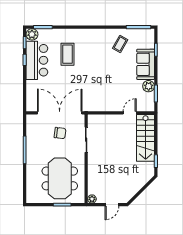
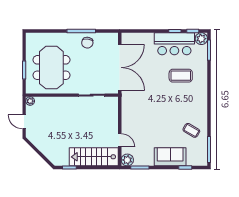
plant: (149, 86) -> (127, 160), moved
chair: (60, 133) -> (87, 43), moved
meeting table: (60, 178) -> (51, 68), turned 90

